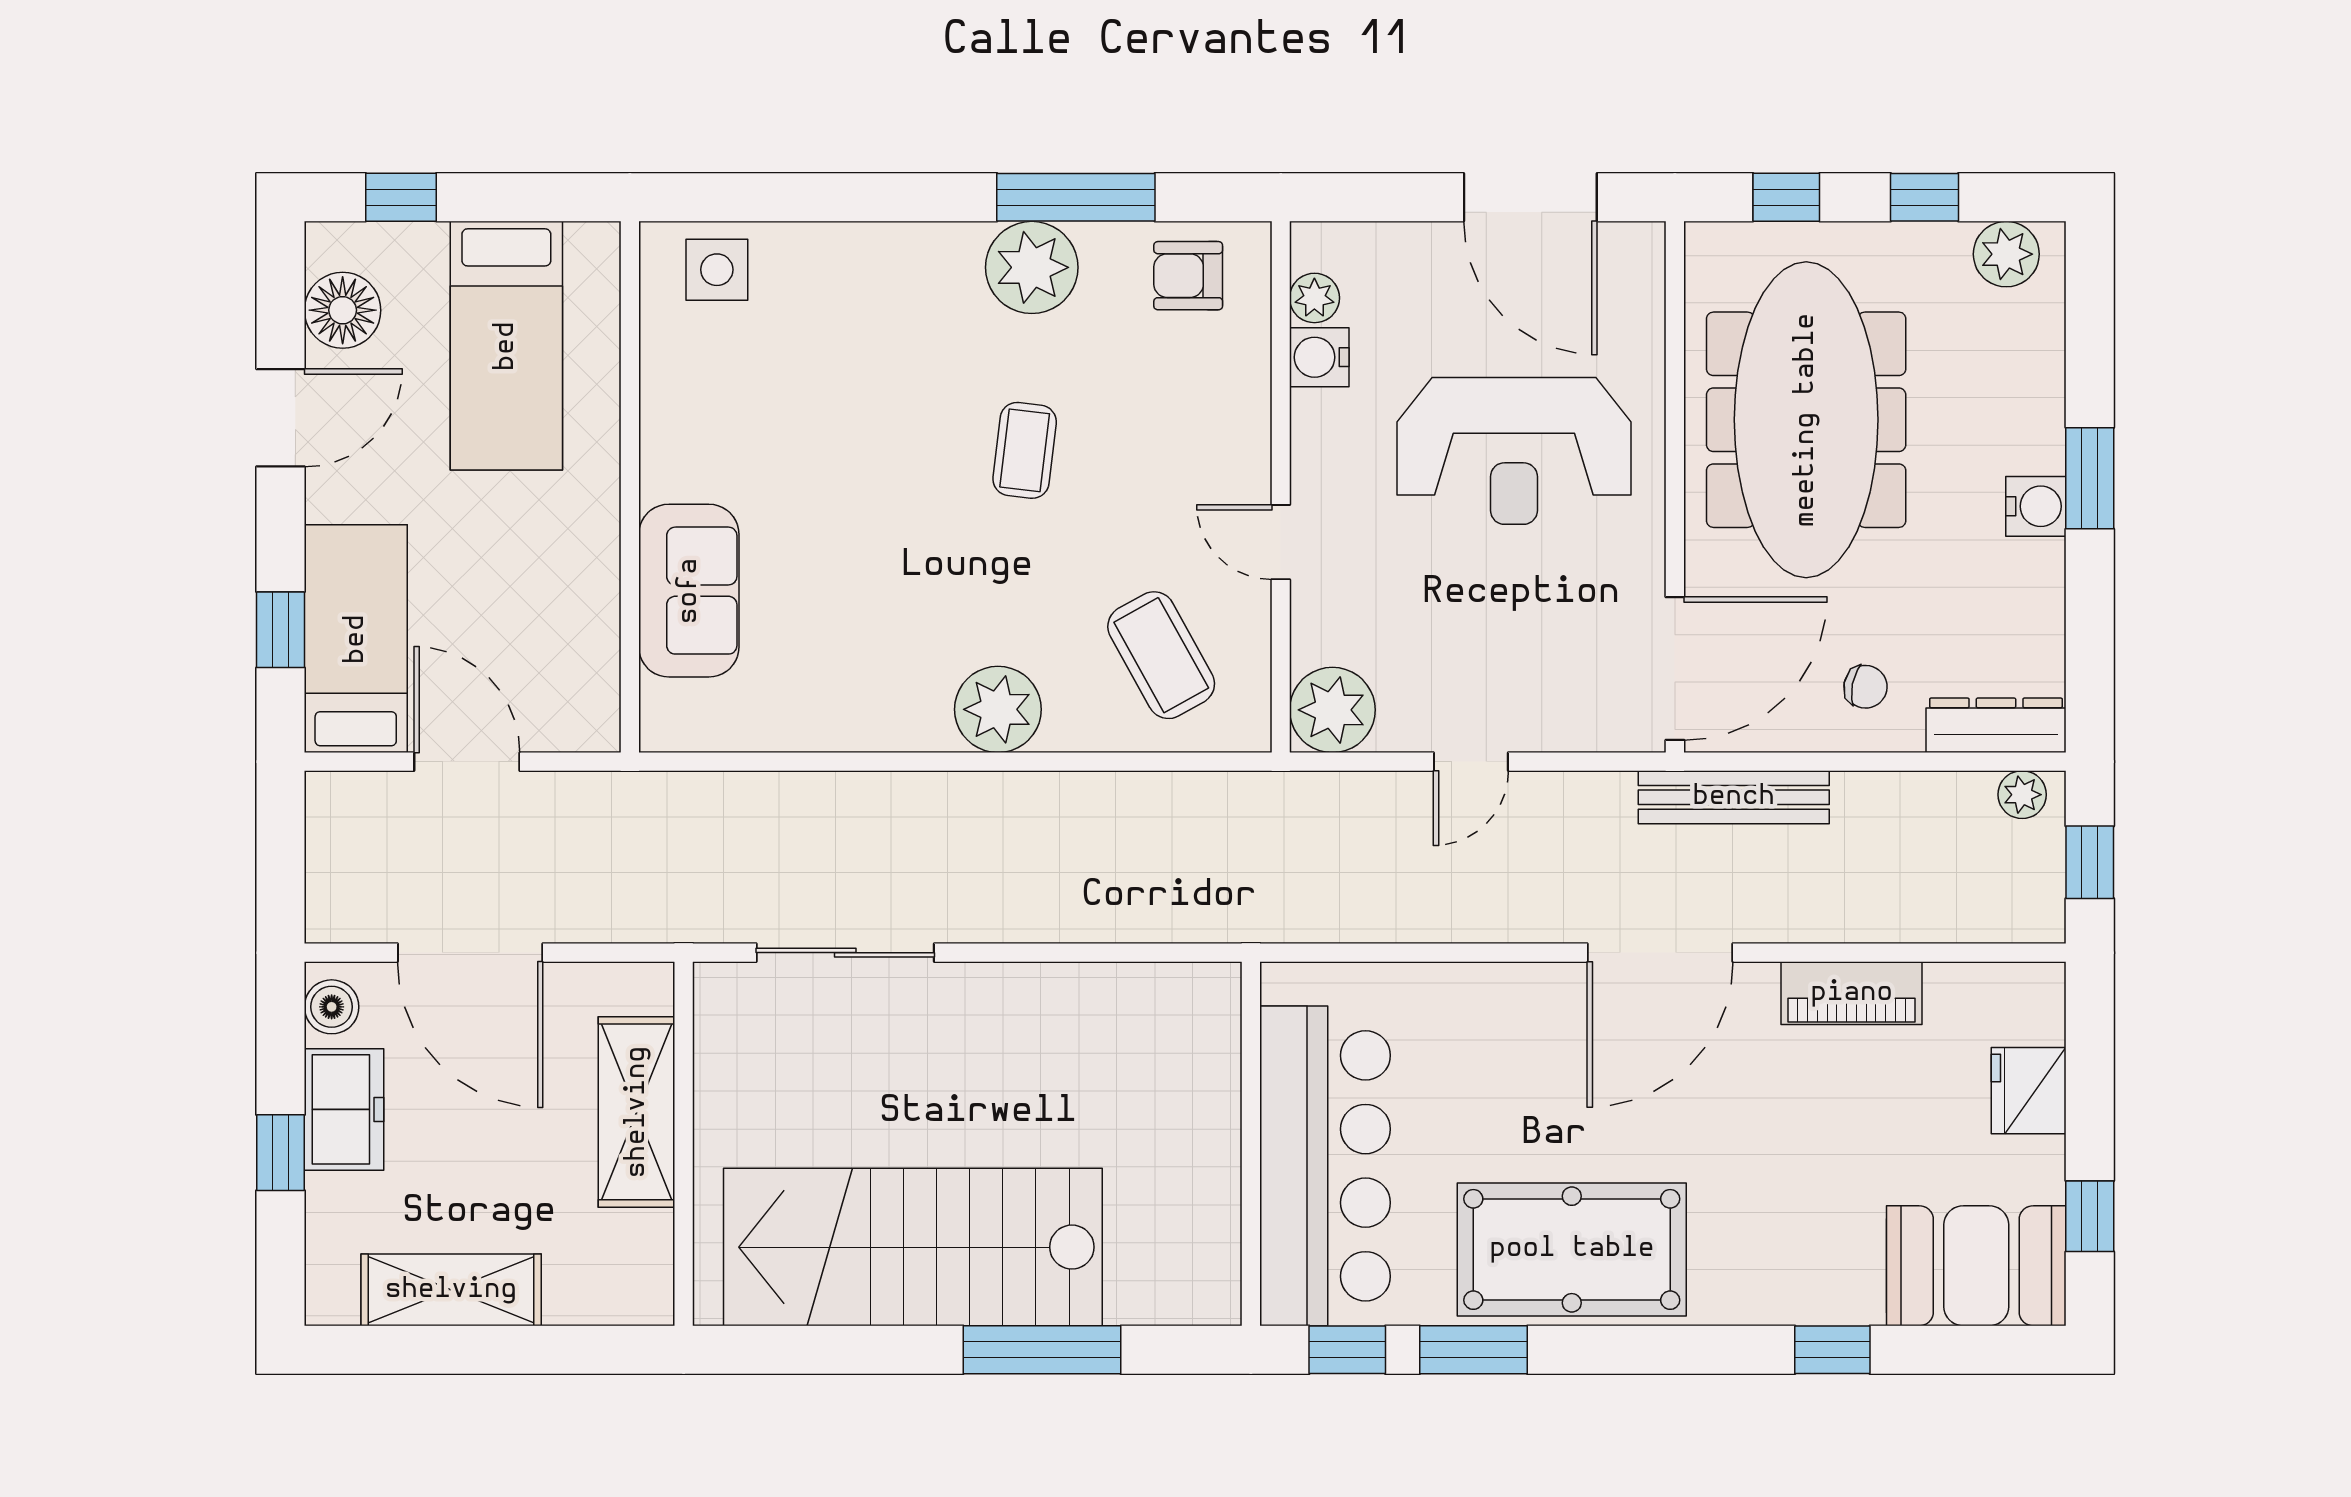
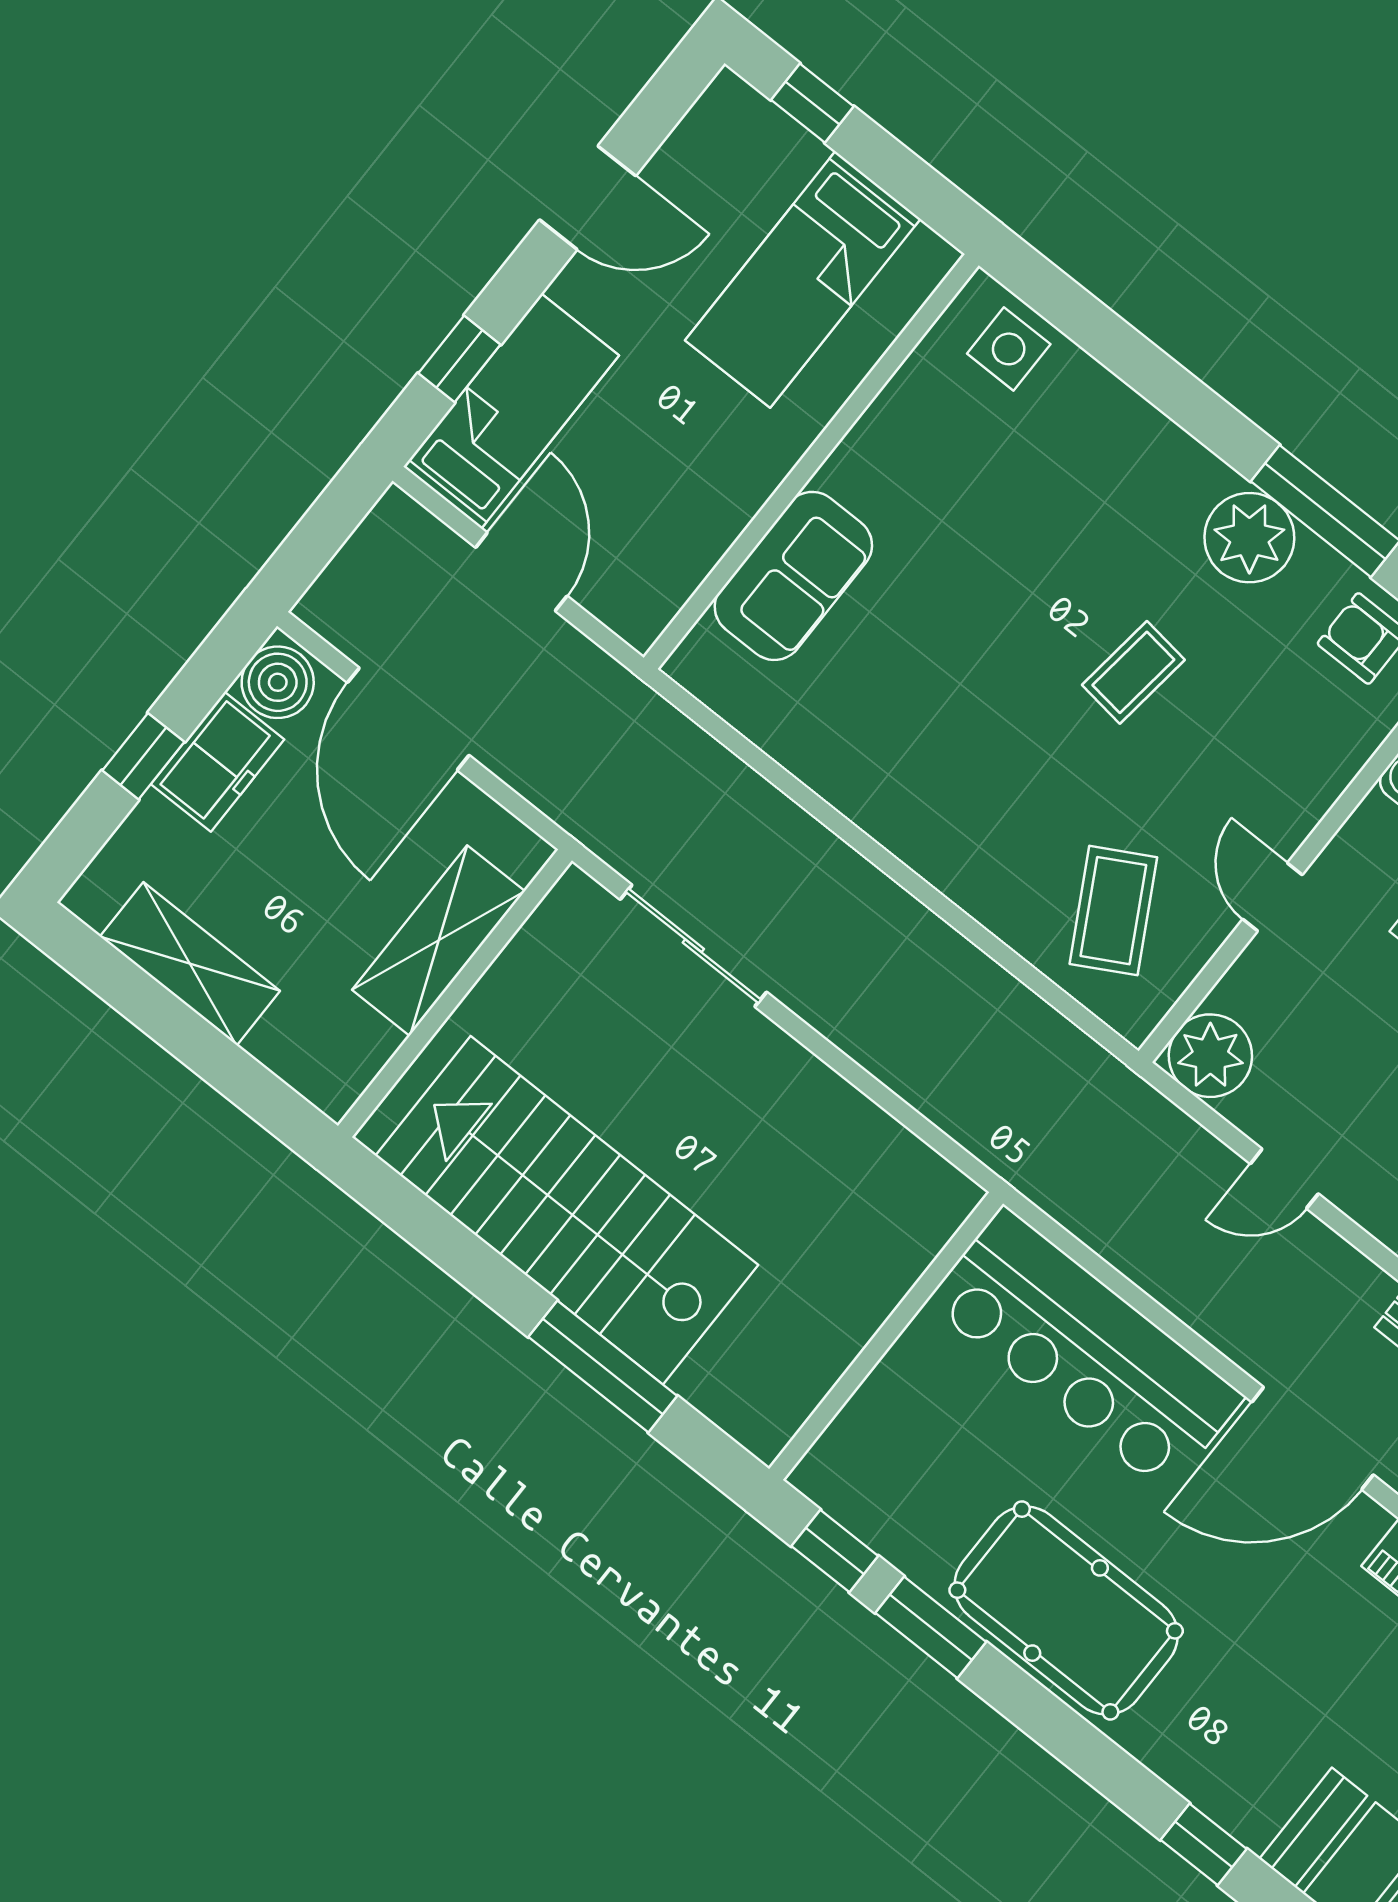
floor lamp: (343, 310) -> (700, 154), removed
plant: (998, 709) -> (956, 853), removed
boiler: (332, 1007) -> (278, 682), width x1.36, depth x1.36
bar counter: (1325, 1166) -> (1085, 1349), moved, turned 90

